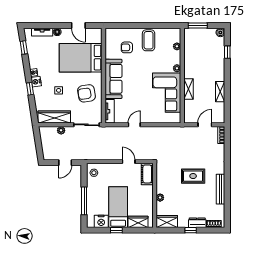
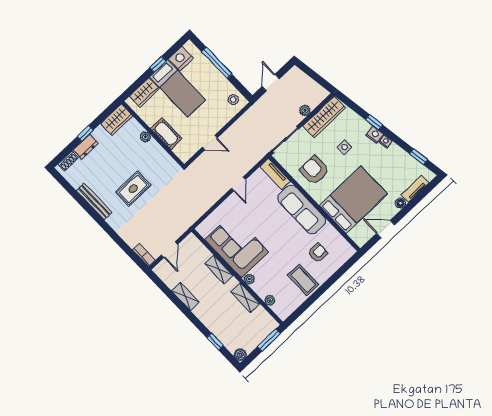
shelving: (189, 60) -> (245, 298), added
armchair: (87, 93) -> (314, 170), turned -81
cot: (147, 174) -> (166, 134), moved

